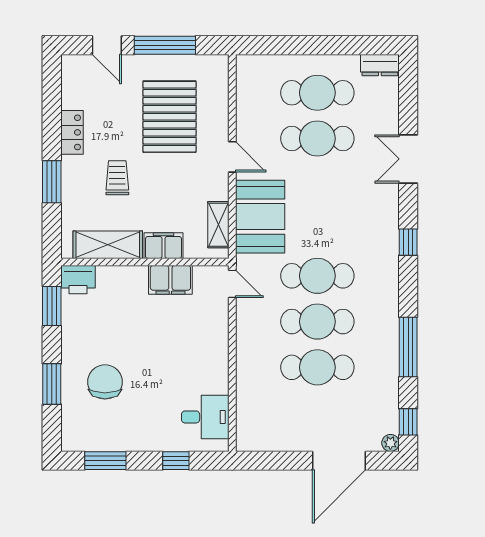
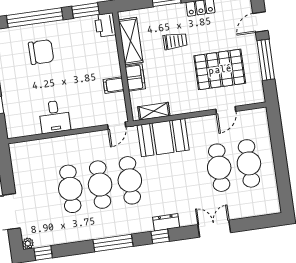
dresser: (380, 65) -> (166, 222), moved, turned 90
door: (232, 157) -> (226, 110), moved
filing cabinet: (170, 280) -> (114, 85), width x0.50
window: (408, 347) -> (113, 243), moved
window: (52, 384) -> (35, 18), width x2.11
desk: (205, 417) -> (54, 117), moved

